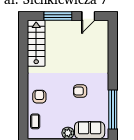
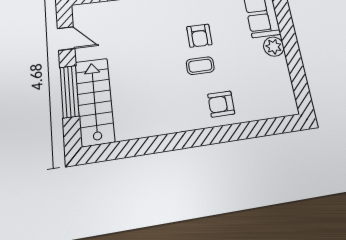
stairs: (36, 43) -> (95, 101), moved, turned 90
coffee table: (35, 121) -> (200, 66), moved

